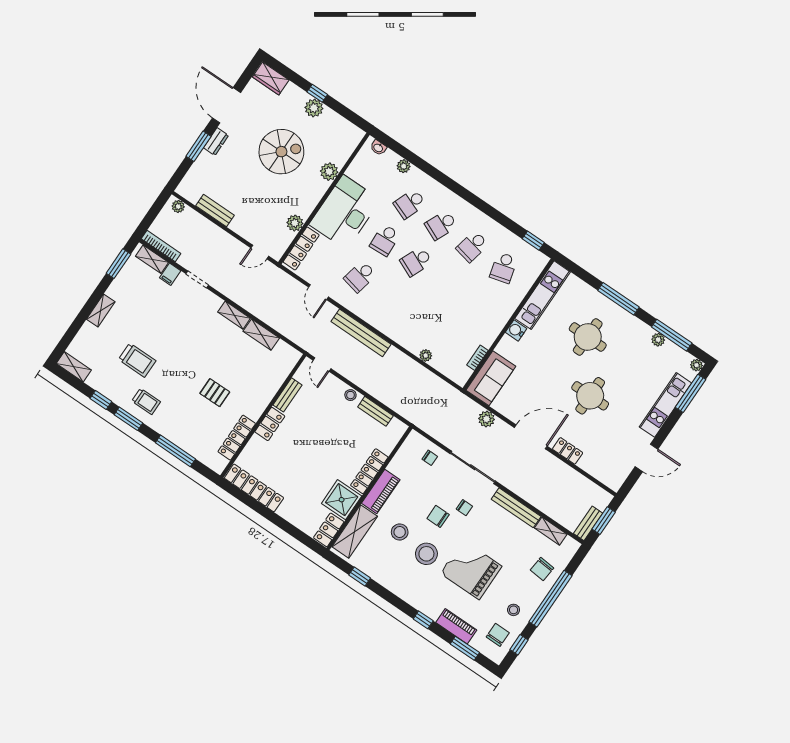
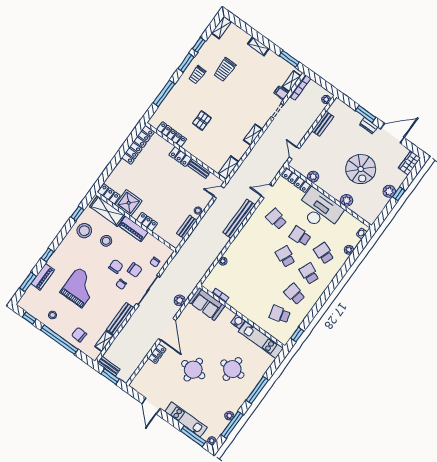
shelving: (261, 335) -> (229, 168), moved
locker: (369, 471) -> (147, 222), width x0.66
stool: (426, 554) -> (84, 231), moved
chair: (498, 635) -> (135, 270), moved

